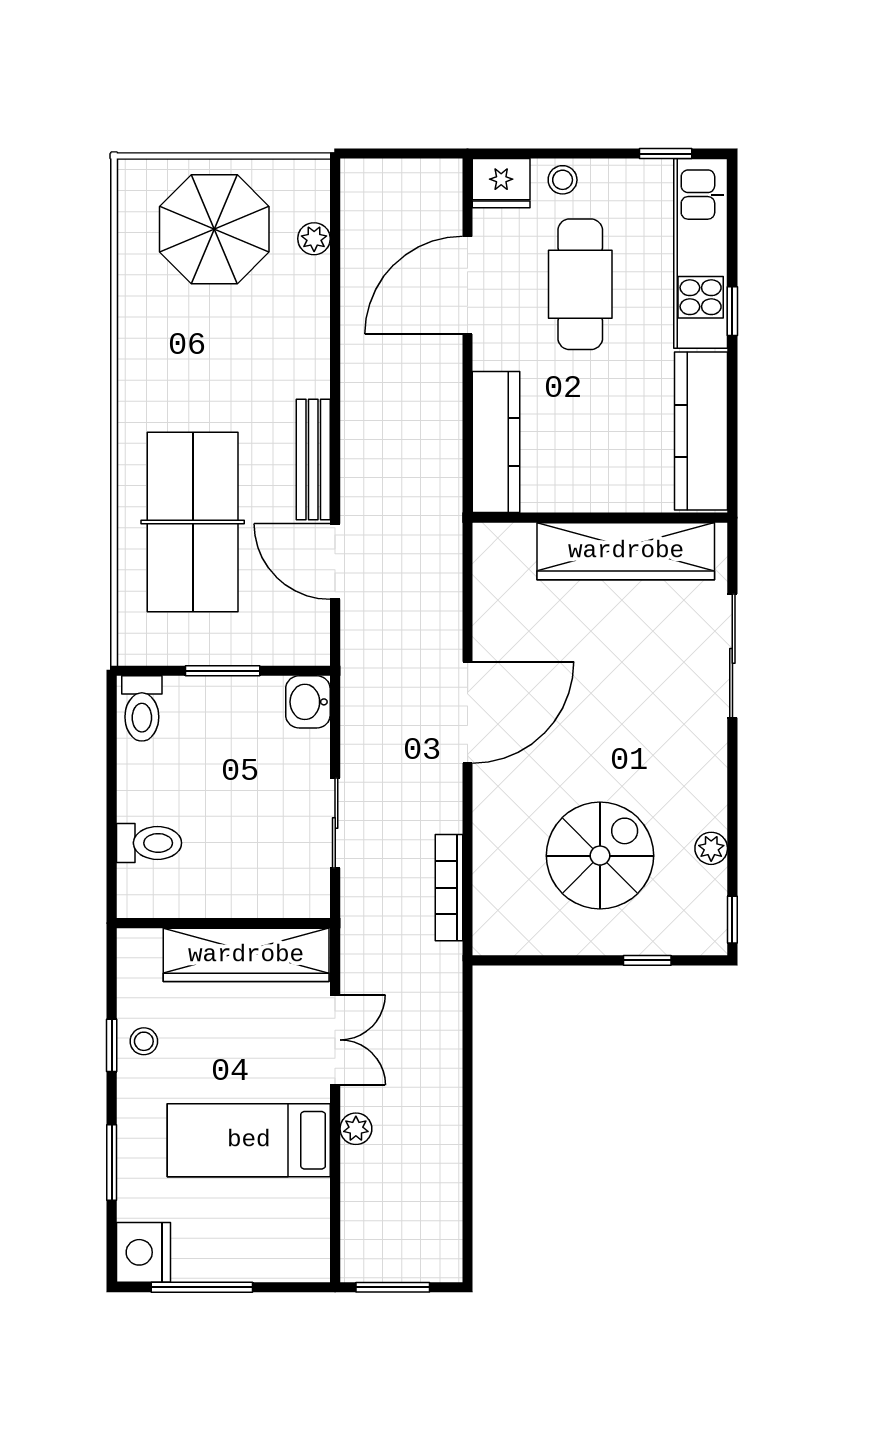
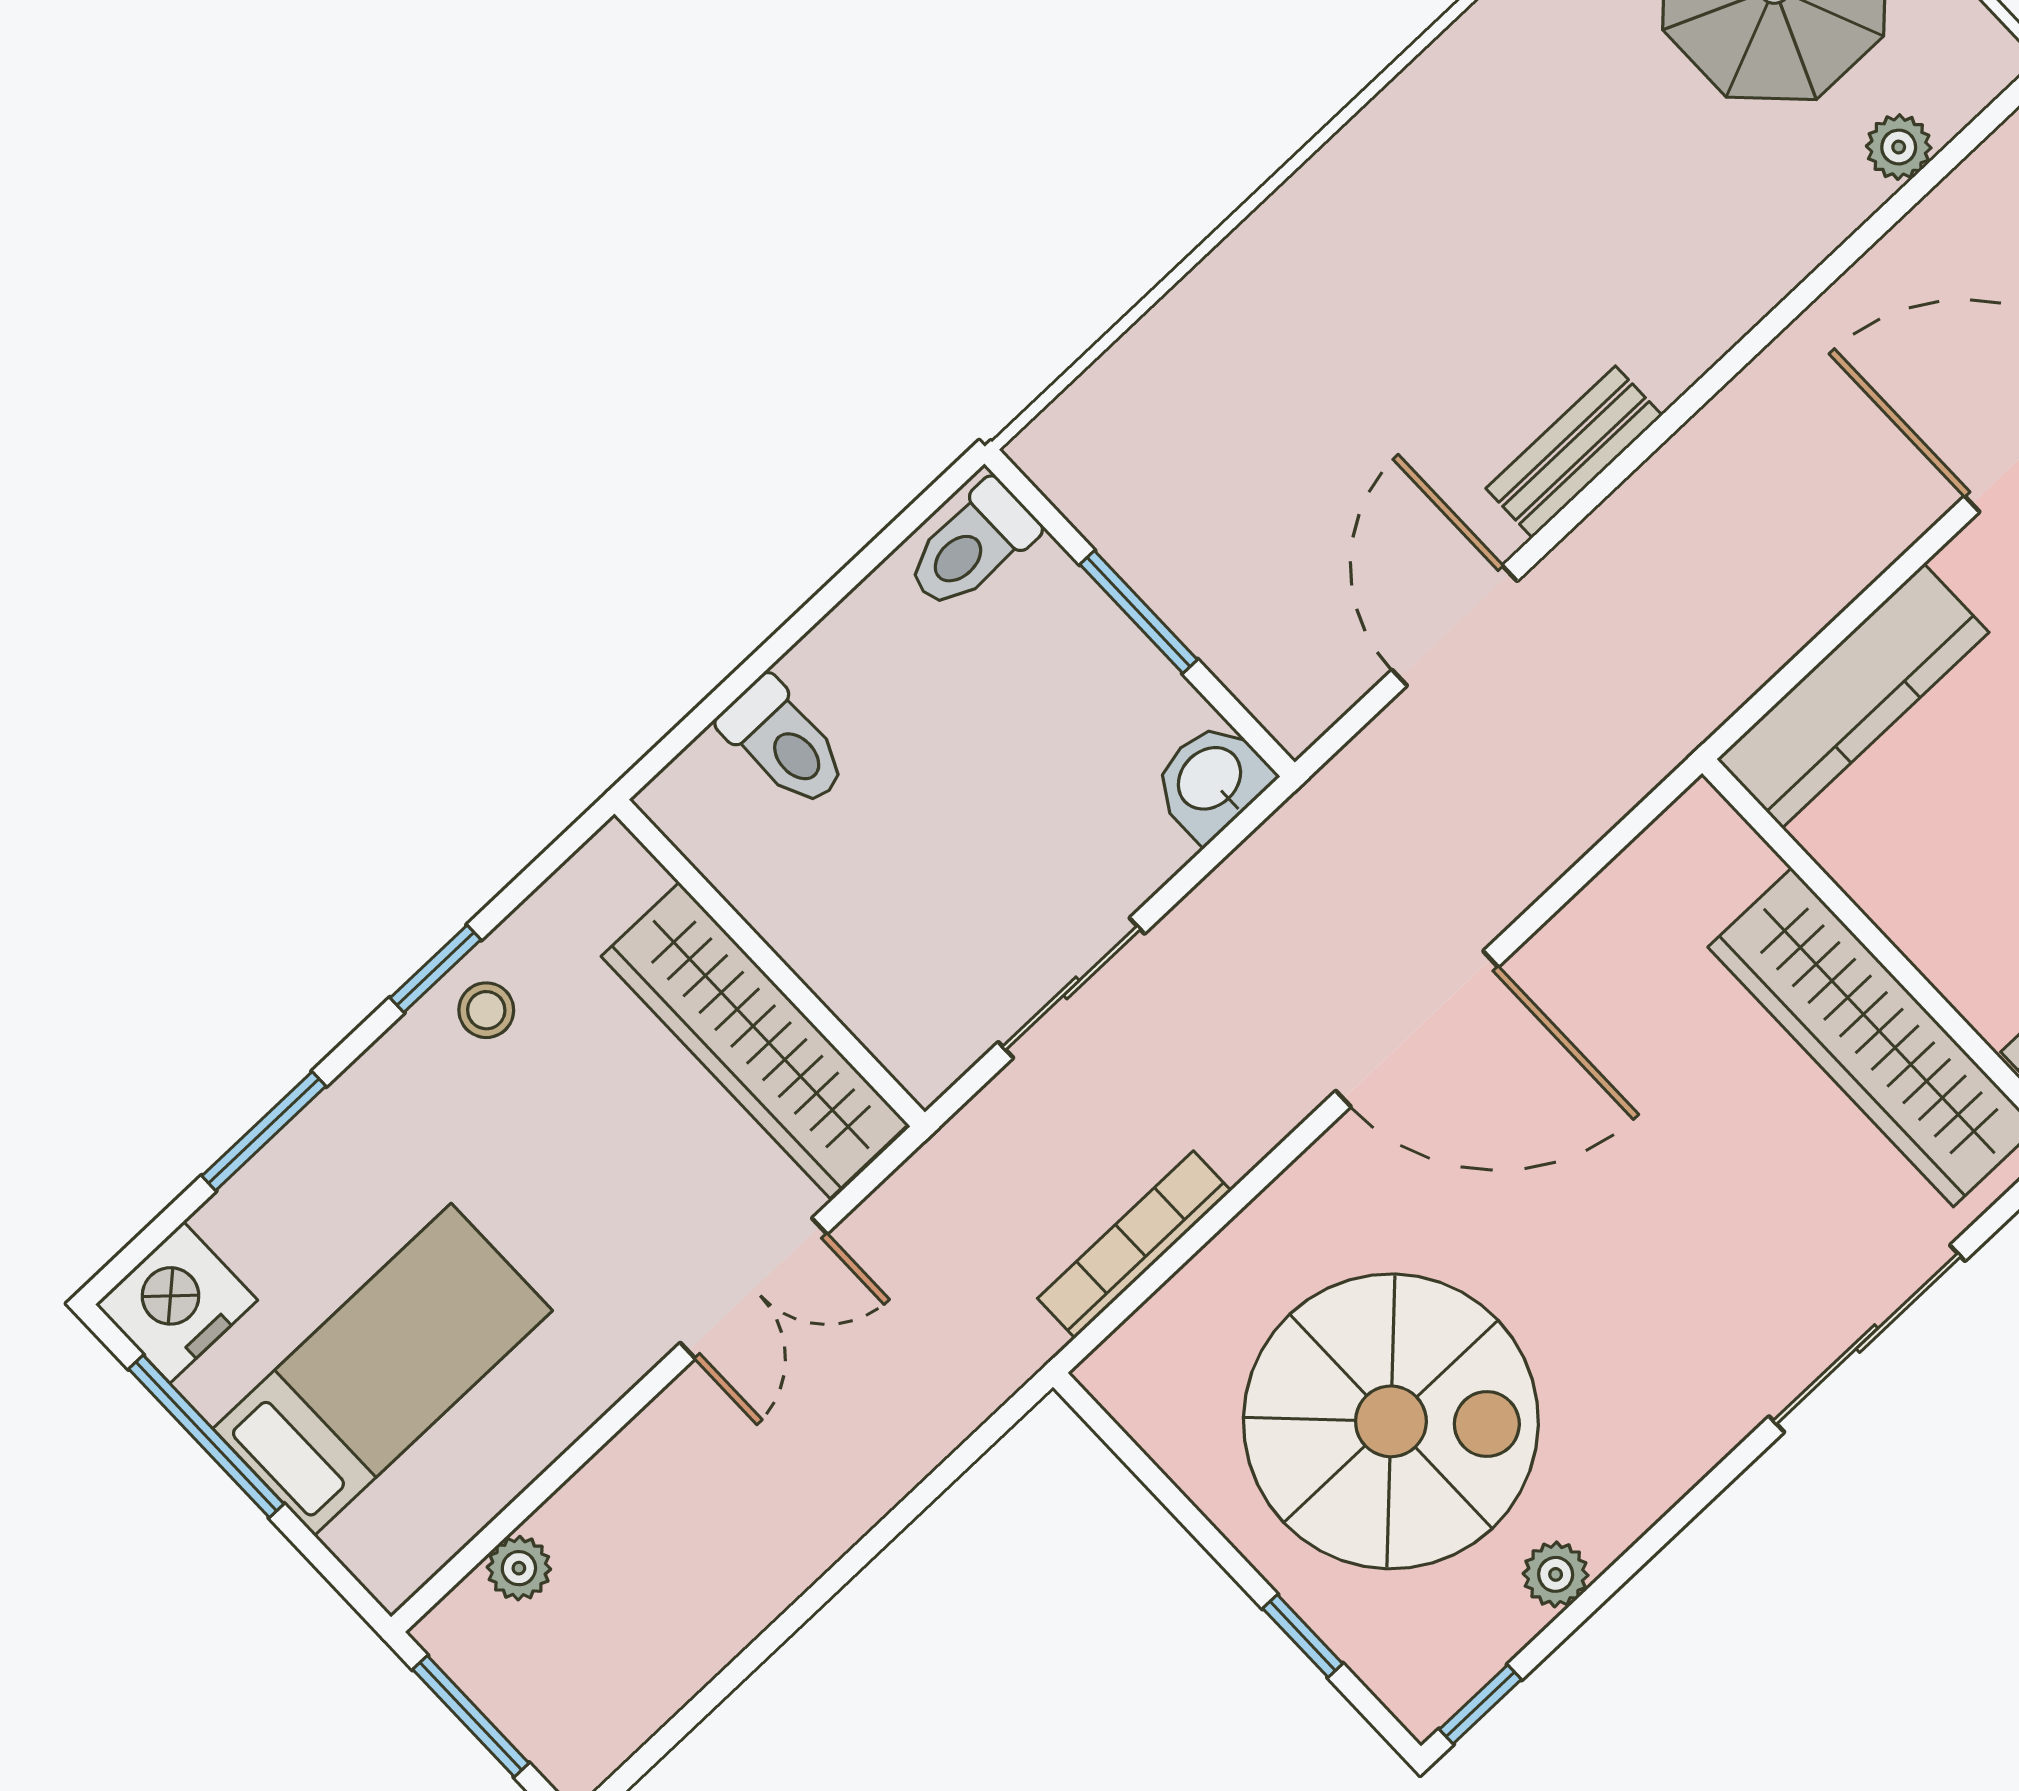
bench: (313, 459) -> (1574, 452), width x0.73
table tennis table: (193, 522) -> (1315, 362), removed
spiral stairs: (600, 856) -> (1391, 1421), width x1.37, depth x1.37
plant: (356, 1129) -> (519, 1568), moved
bed: (249, 1140) -> (383, 1370), moved, turned 90

